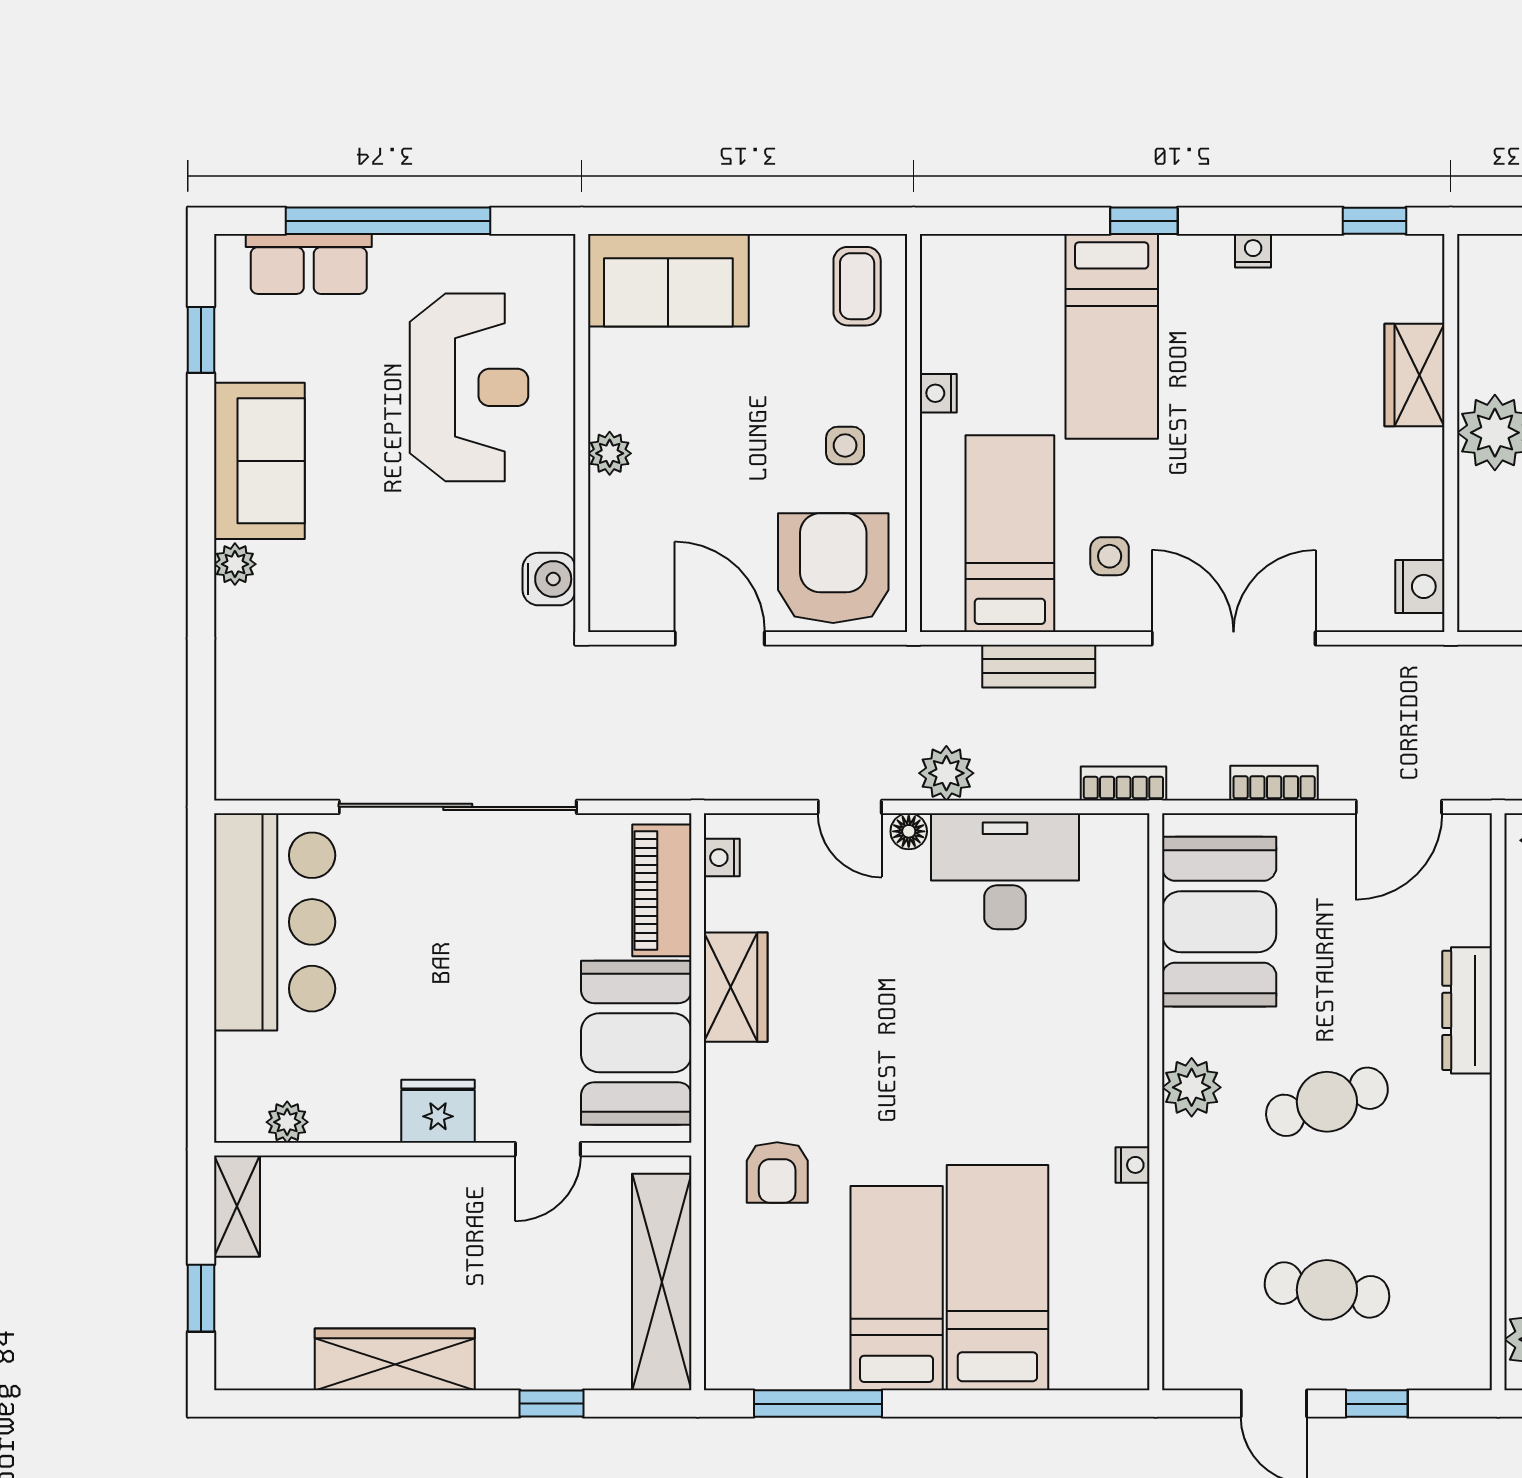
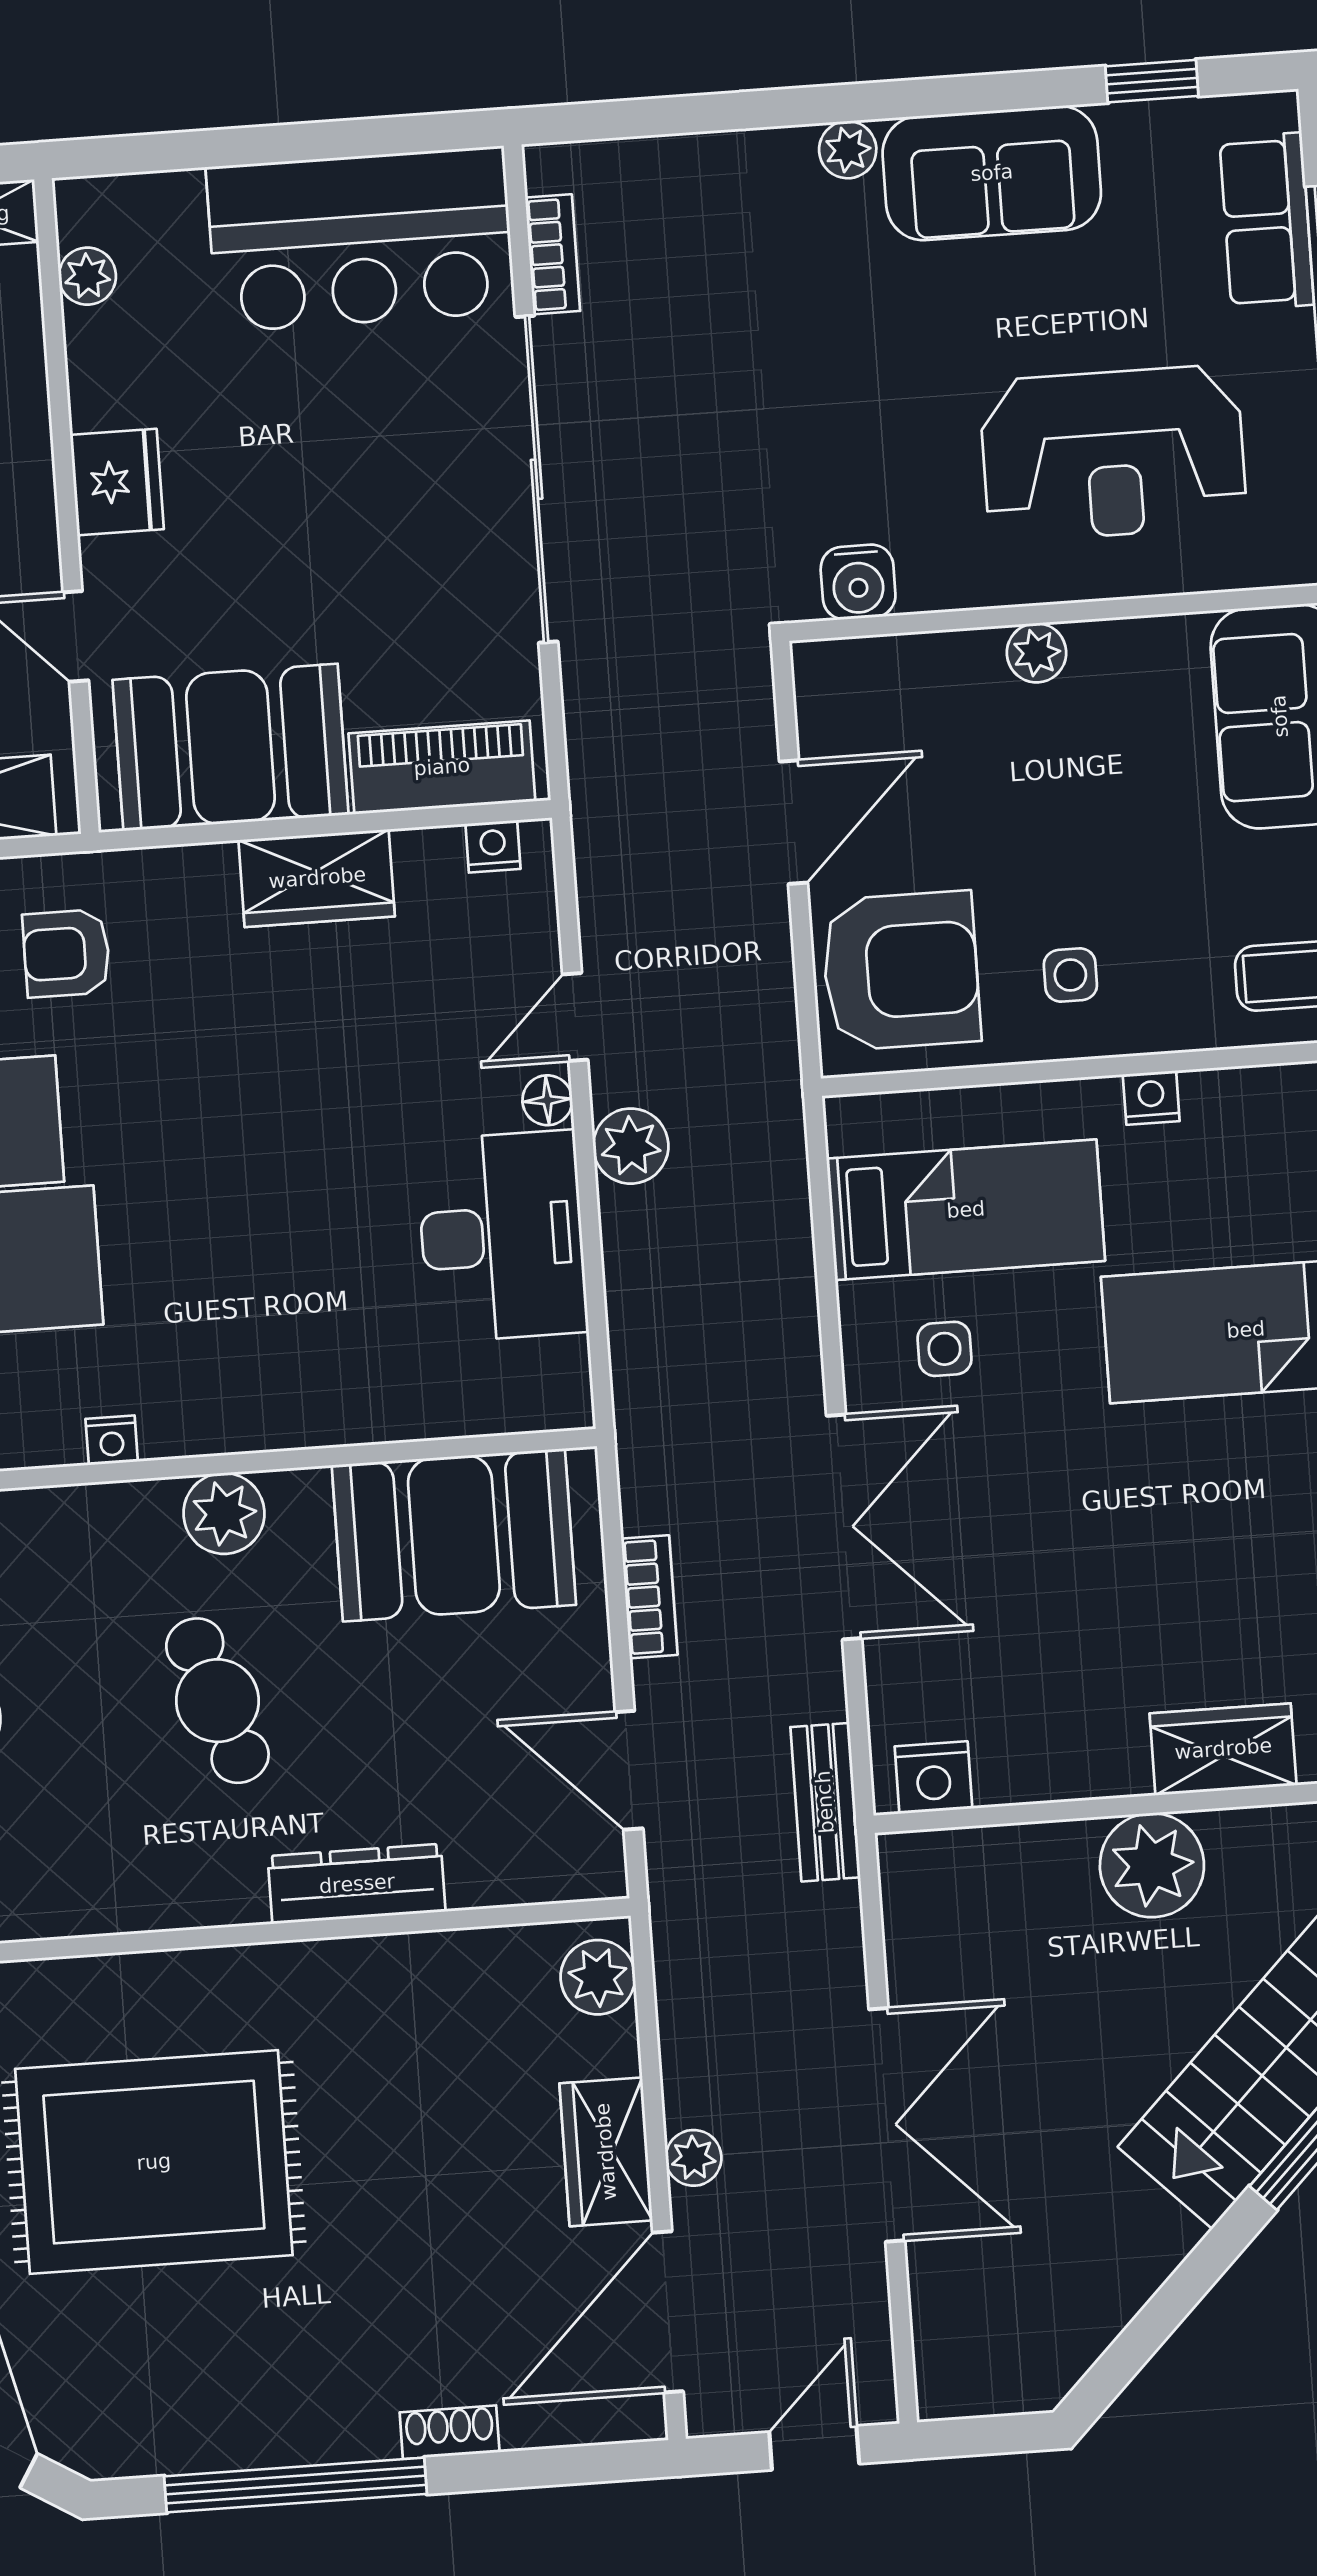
bench: (1039, 666) -> (825, 1802), moved
bookcase: (1123, 784) -> (553, 254), moved

